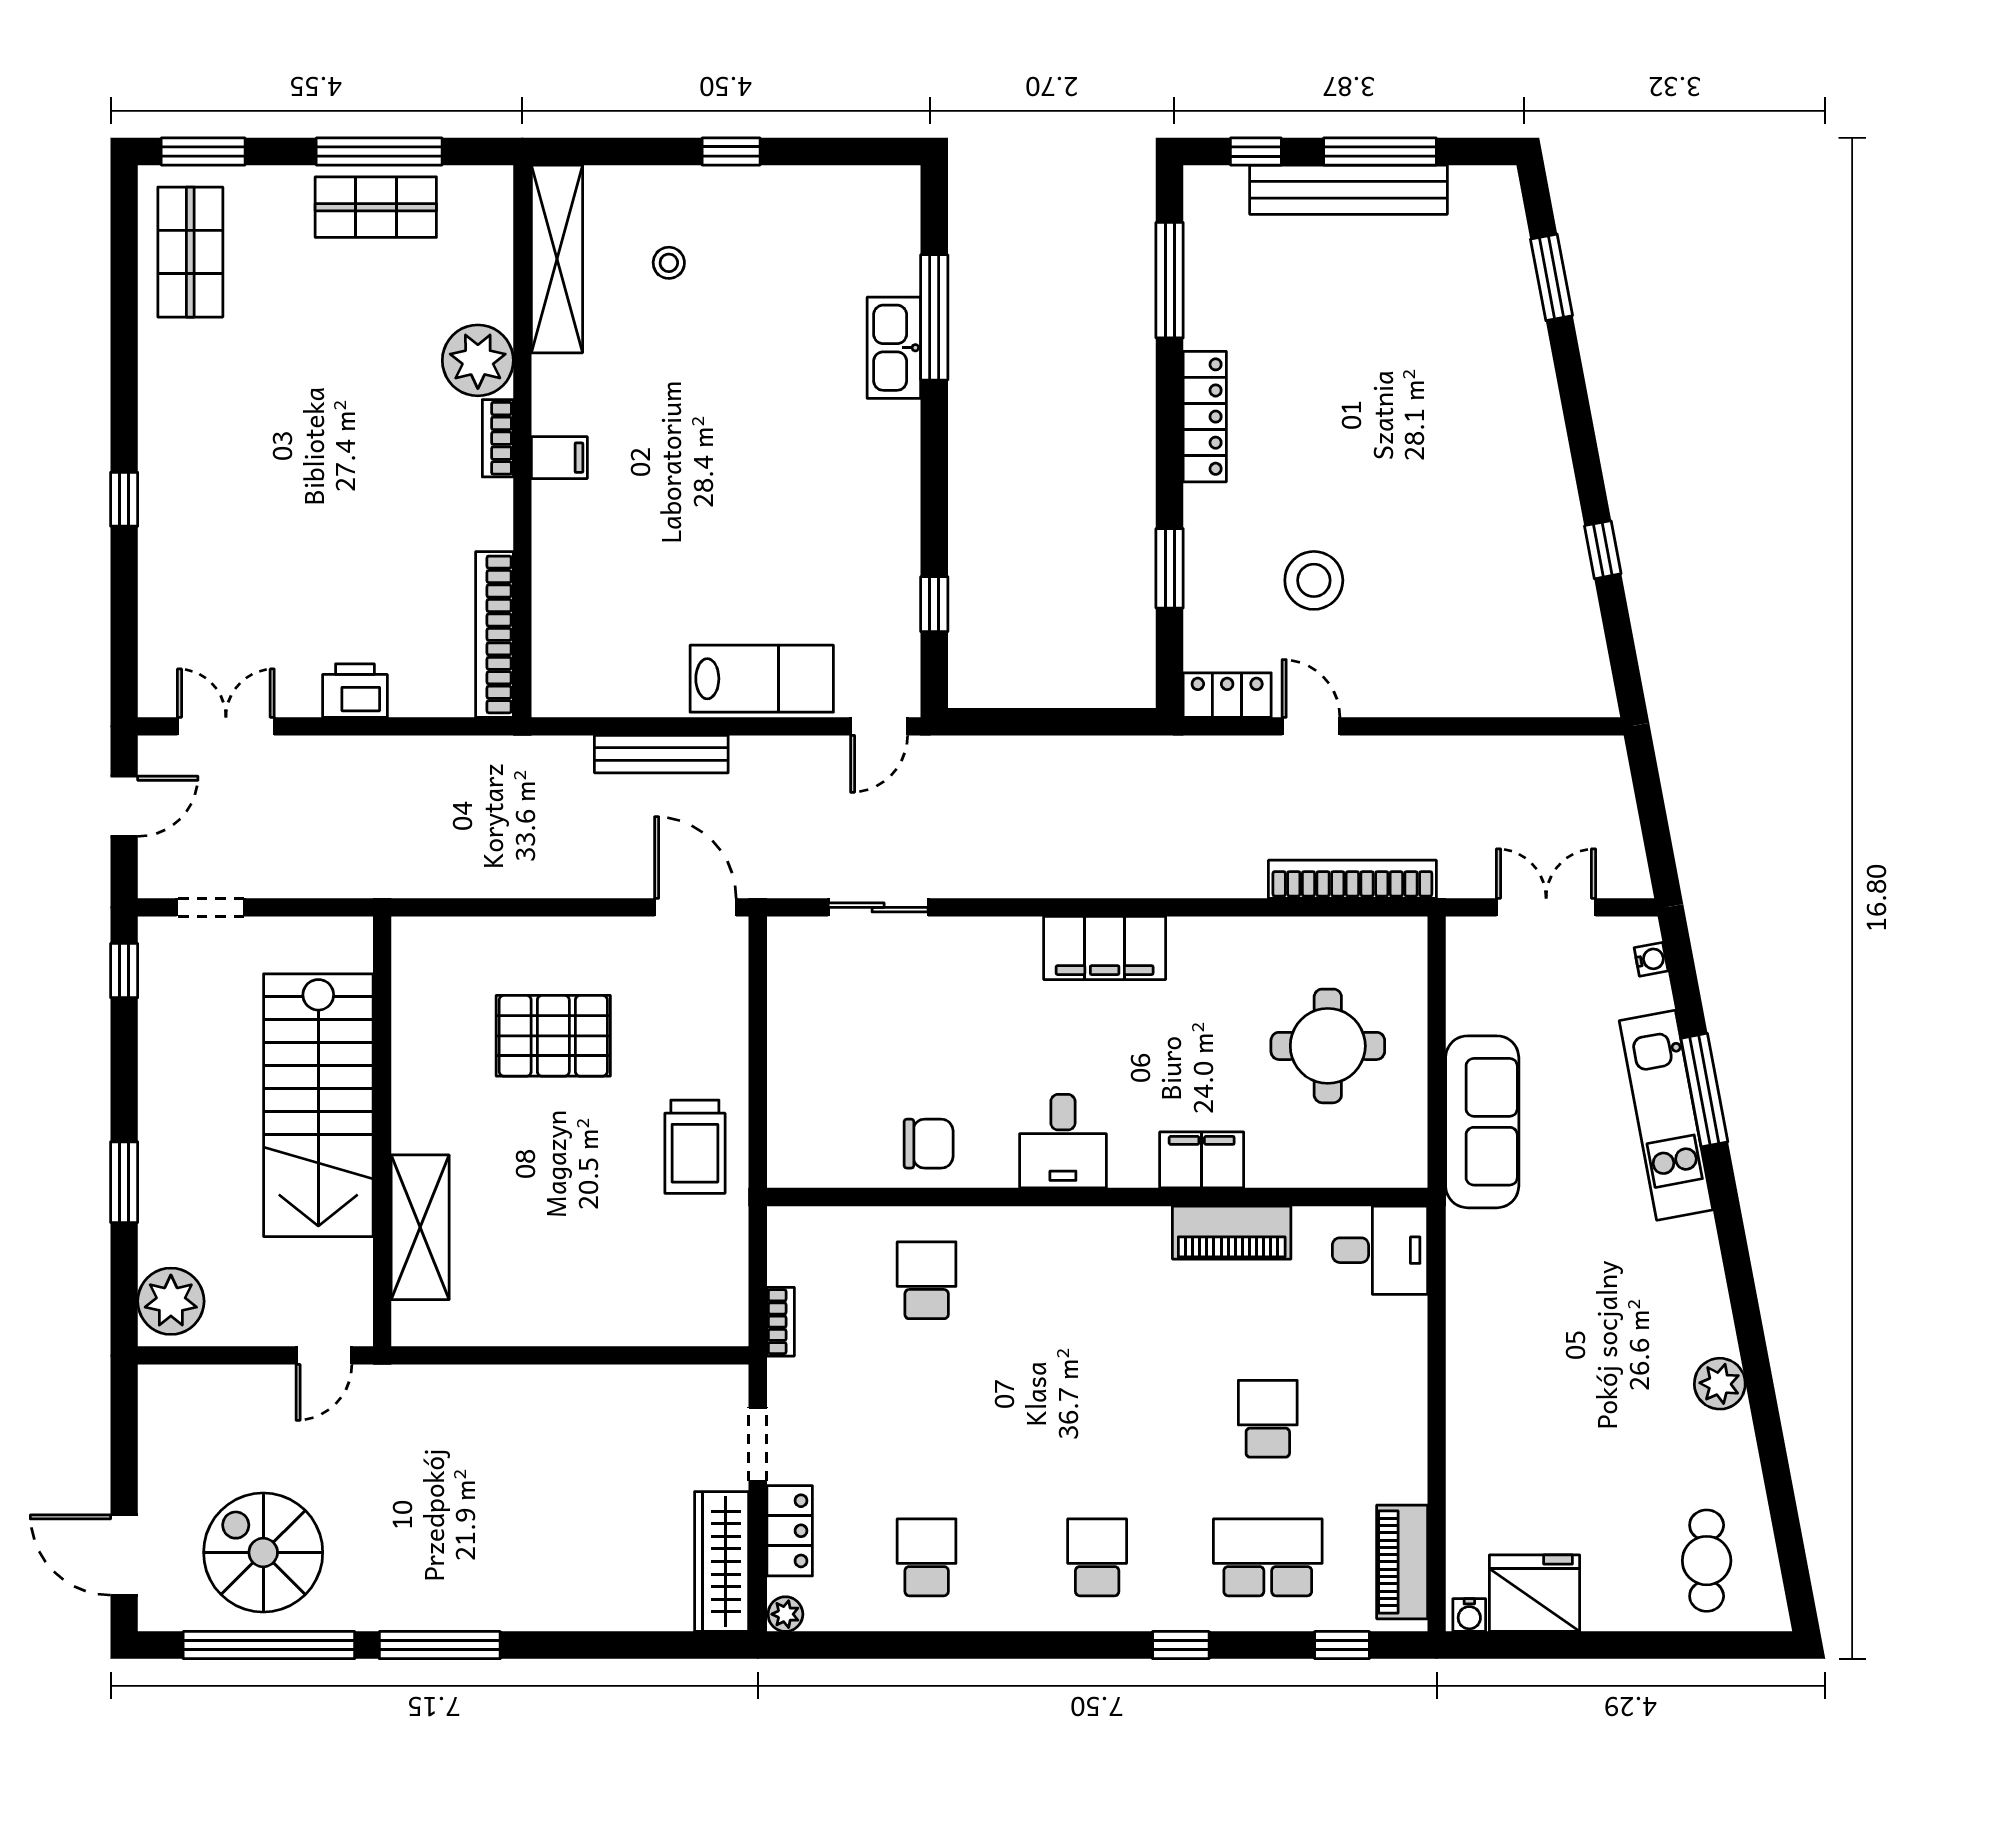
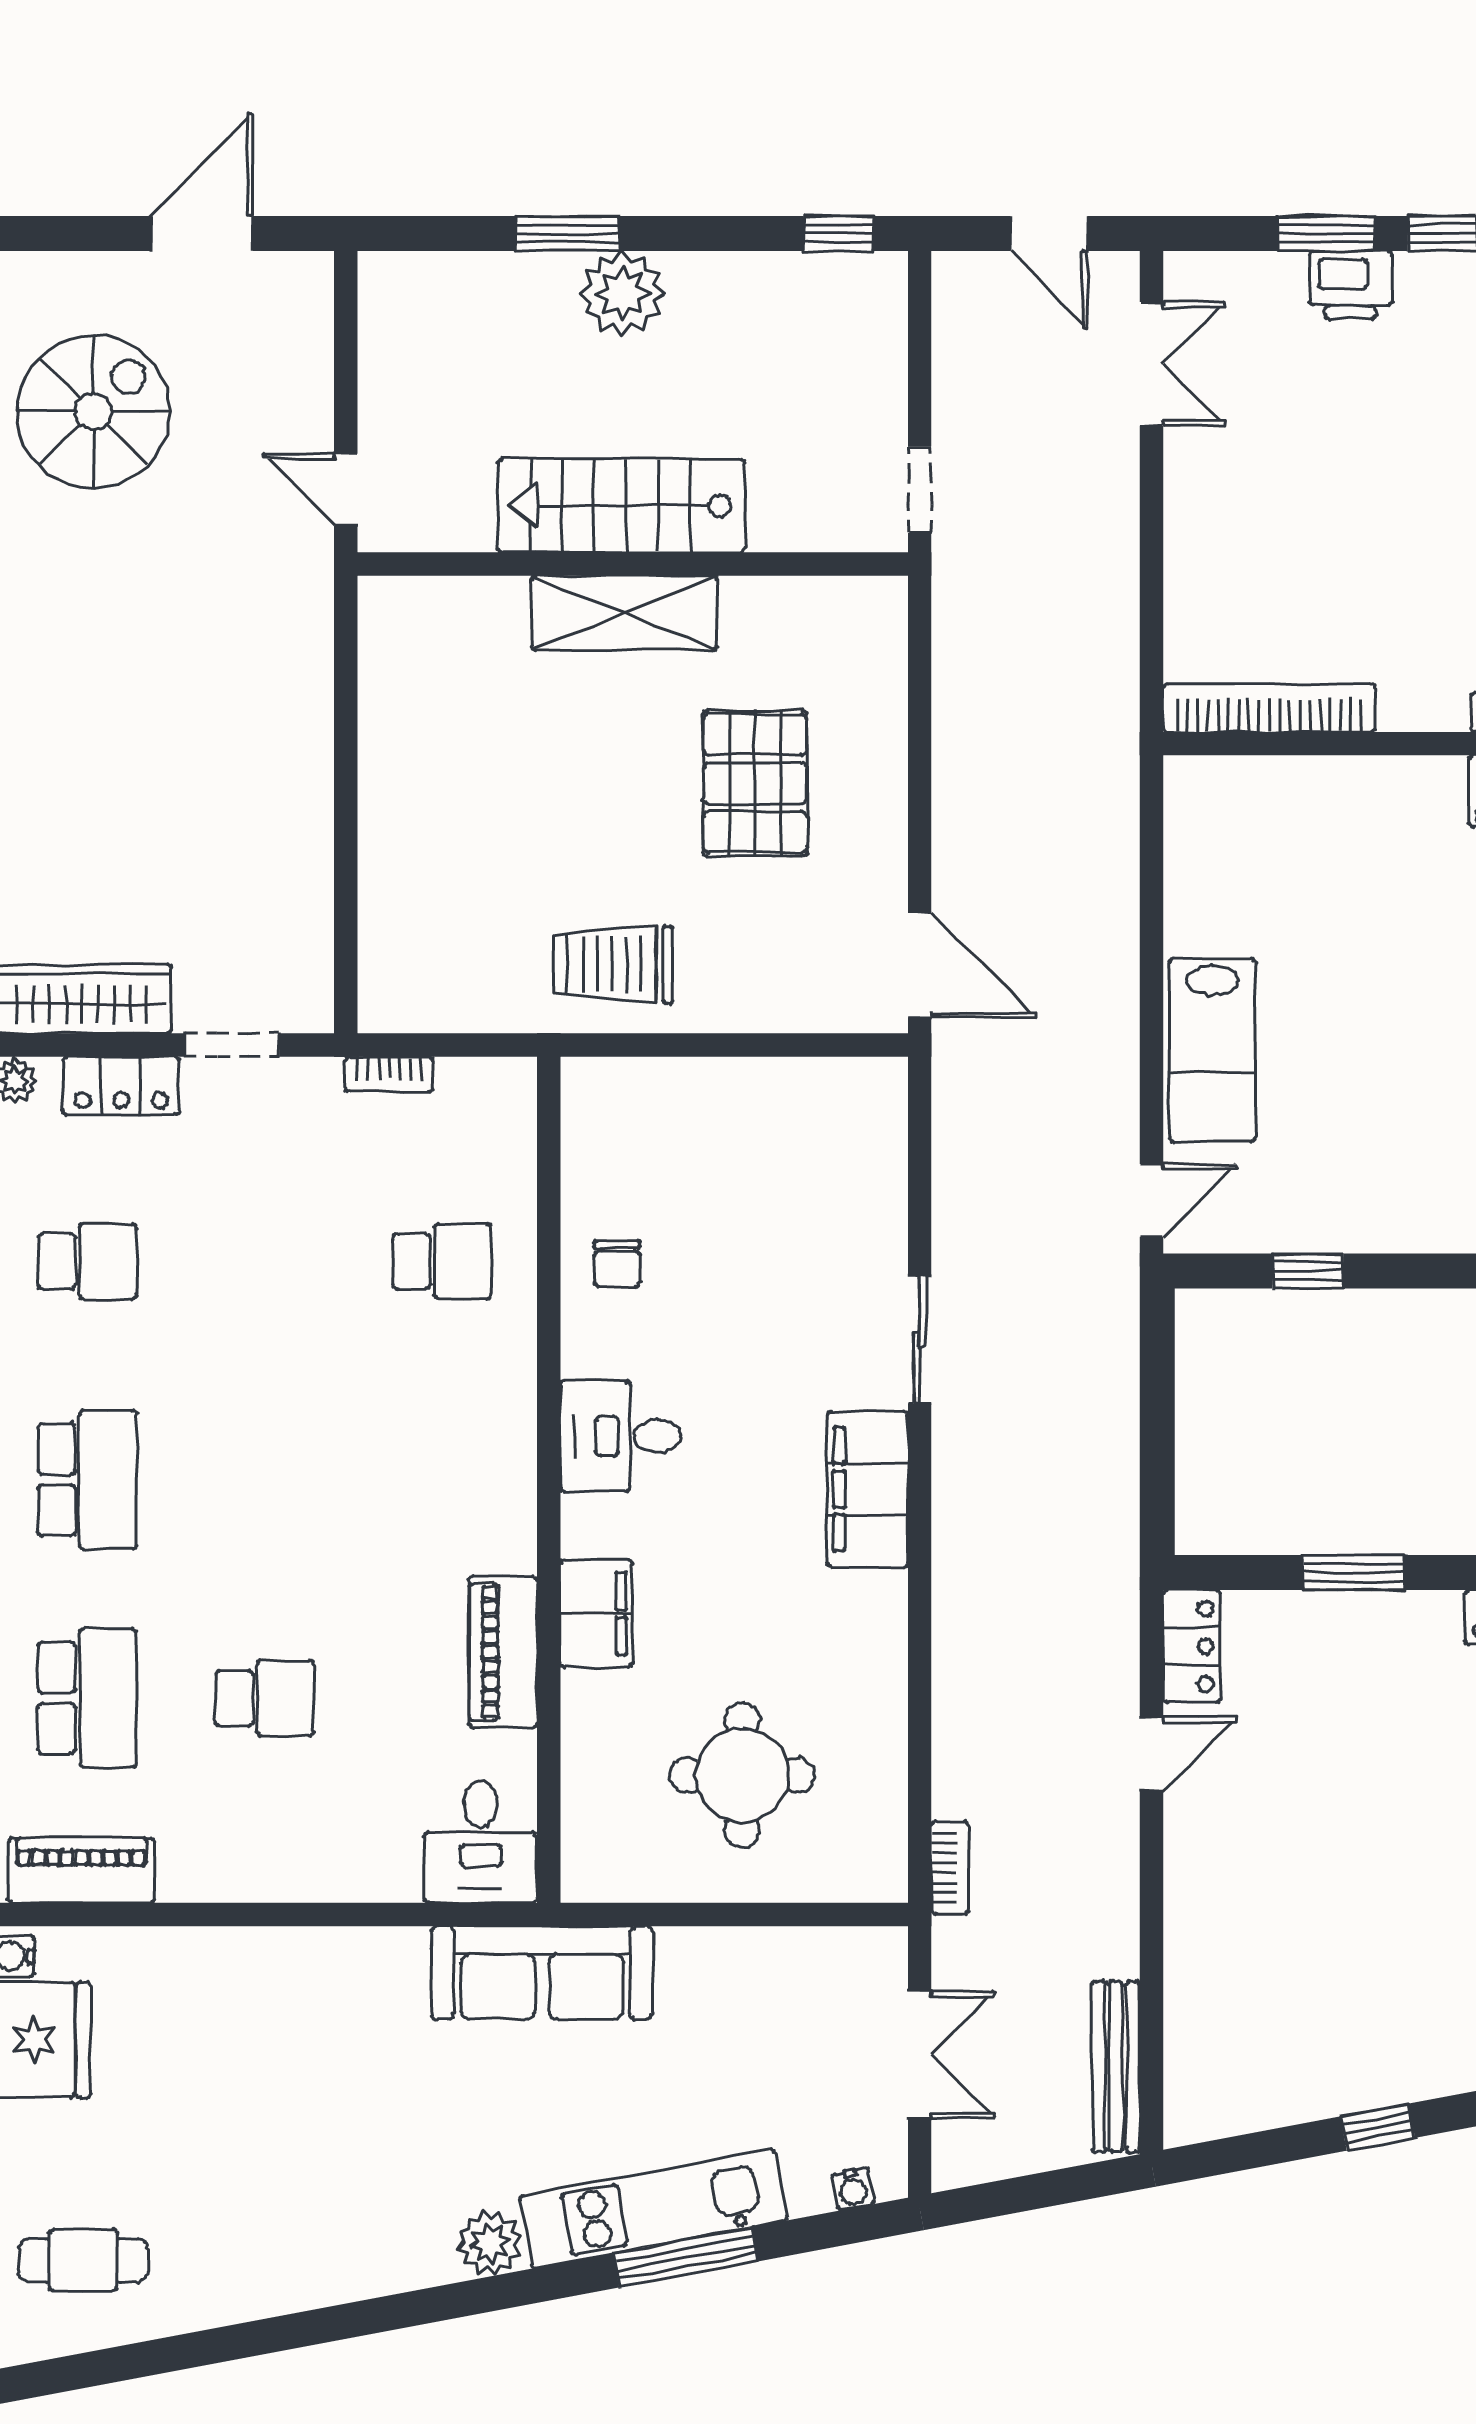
stool: (1314, 580) -> (1338, 1757), removed
window: (124, 590) -> (1326, 234), added
printer: (355, 691) -> (1351, 285), moved, turned 90
door: (879, 726) -> (1151, 1200), swing flipped
bench: (661, 754) -> (1116, 2067), moved
bookcase: (1352, 879) -> (950, 1868), width x0.43, depth x0.76
doorway: (210, 907) -> (920, 490), moved
door: (695, 907) -> (920, 965), hinge flipped
sliding door: (878, 907) -> (920, 1339), moved
stairs: (318, 1105) -> (621, 506), width x0.73, depth x0.66
sofa: (1482, 1122) -> (542, 1973), moved
chair: (929, 1144) -> (617, 1264), width x0.73, depth x0.73
shelving: (420, 1227) -> (624, 613), moved
plant: (171, 1301) -> (622, 293), moved
plant: (1720, 1384) -> (490, 2243), moved
door: (124, 1555) -> (202, 234), moved
school desk: (1097, 1557) -> (87, 1480), width x1.85

